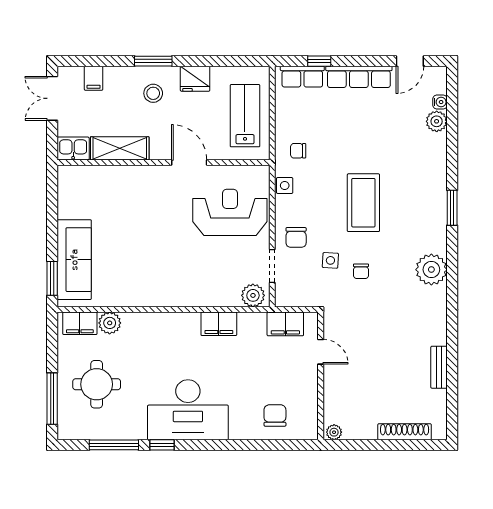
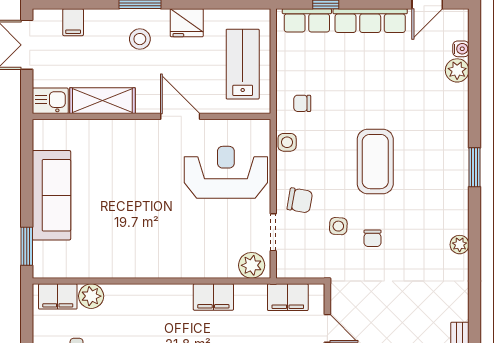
chair: (296, 237) -> (300, 200), turned -80
sofa: (74, 260) -> (51, 195), moved
plant: (431, 270) -> (460, 245), width x0.53, depth x0.53

